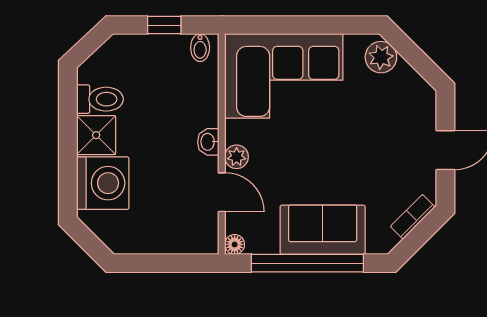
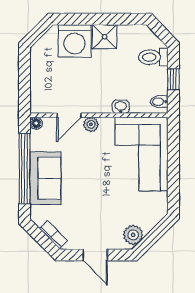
plant: (381, 57) -> (133, 235), moved
toilet: (100, 99) -> (153, 57), moved, turned 90
washbasin: (208, 142) -> (121, 107), moved

